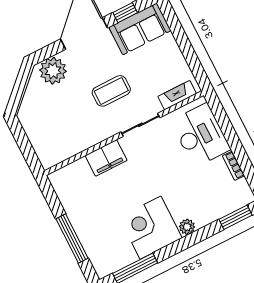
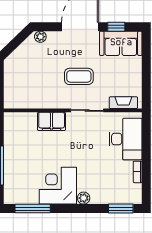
plant: (53, 71) -> (40, 37), width x0.53, depth x0.53

